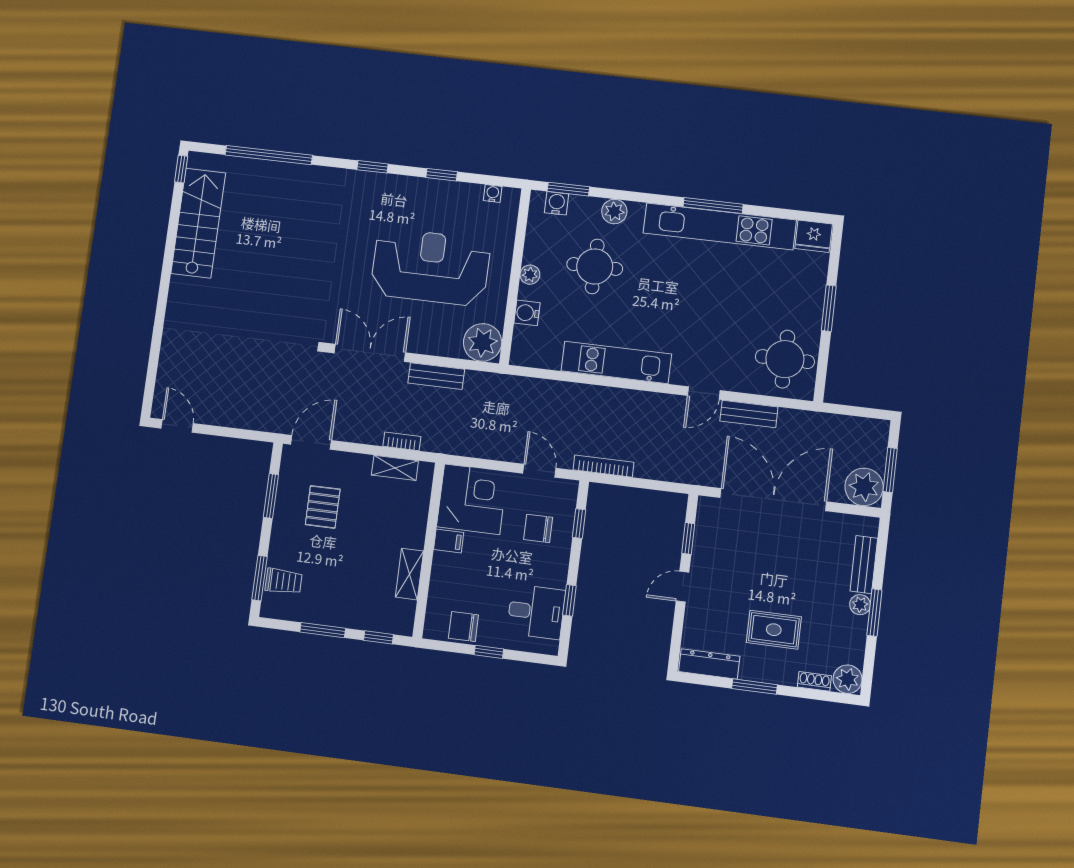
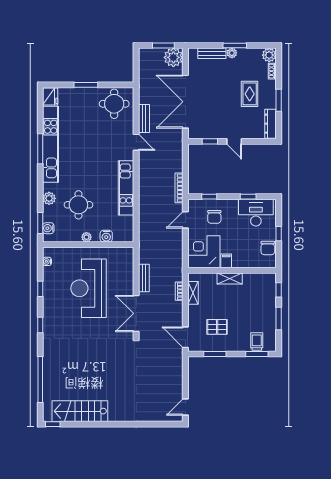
plant: (483, 342) -> (124, 257), removed
shelving: (409, 574) -> (230, 278), moved
desk: (536, 612) -> (256, 213), width x1.37

